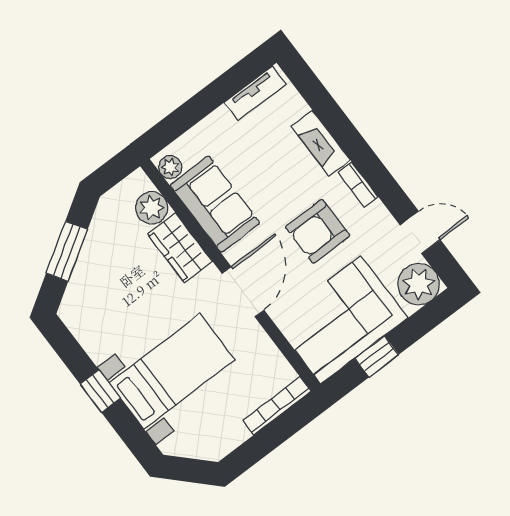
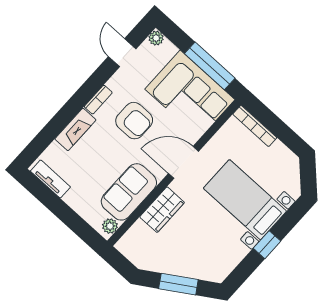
plant: (152, 208) -> (139, 233), removed
plant: (419, 284) -> (156, 38), width x0.53, depth x0.53
window: (377, 357) -> (210, 66), width x2.17

